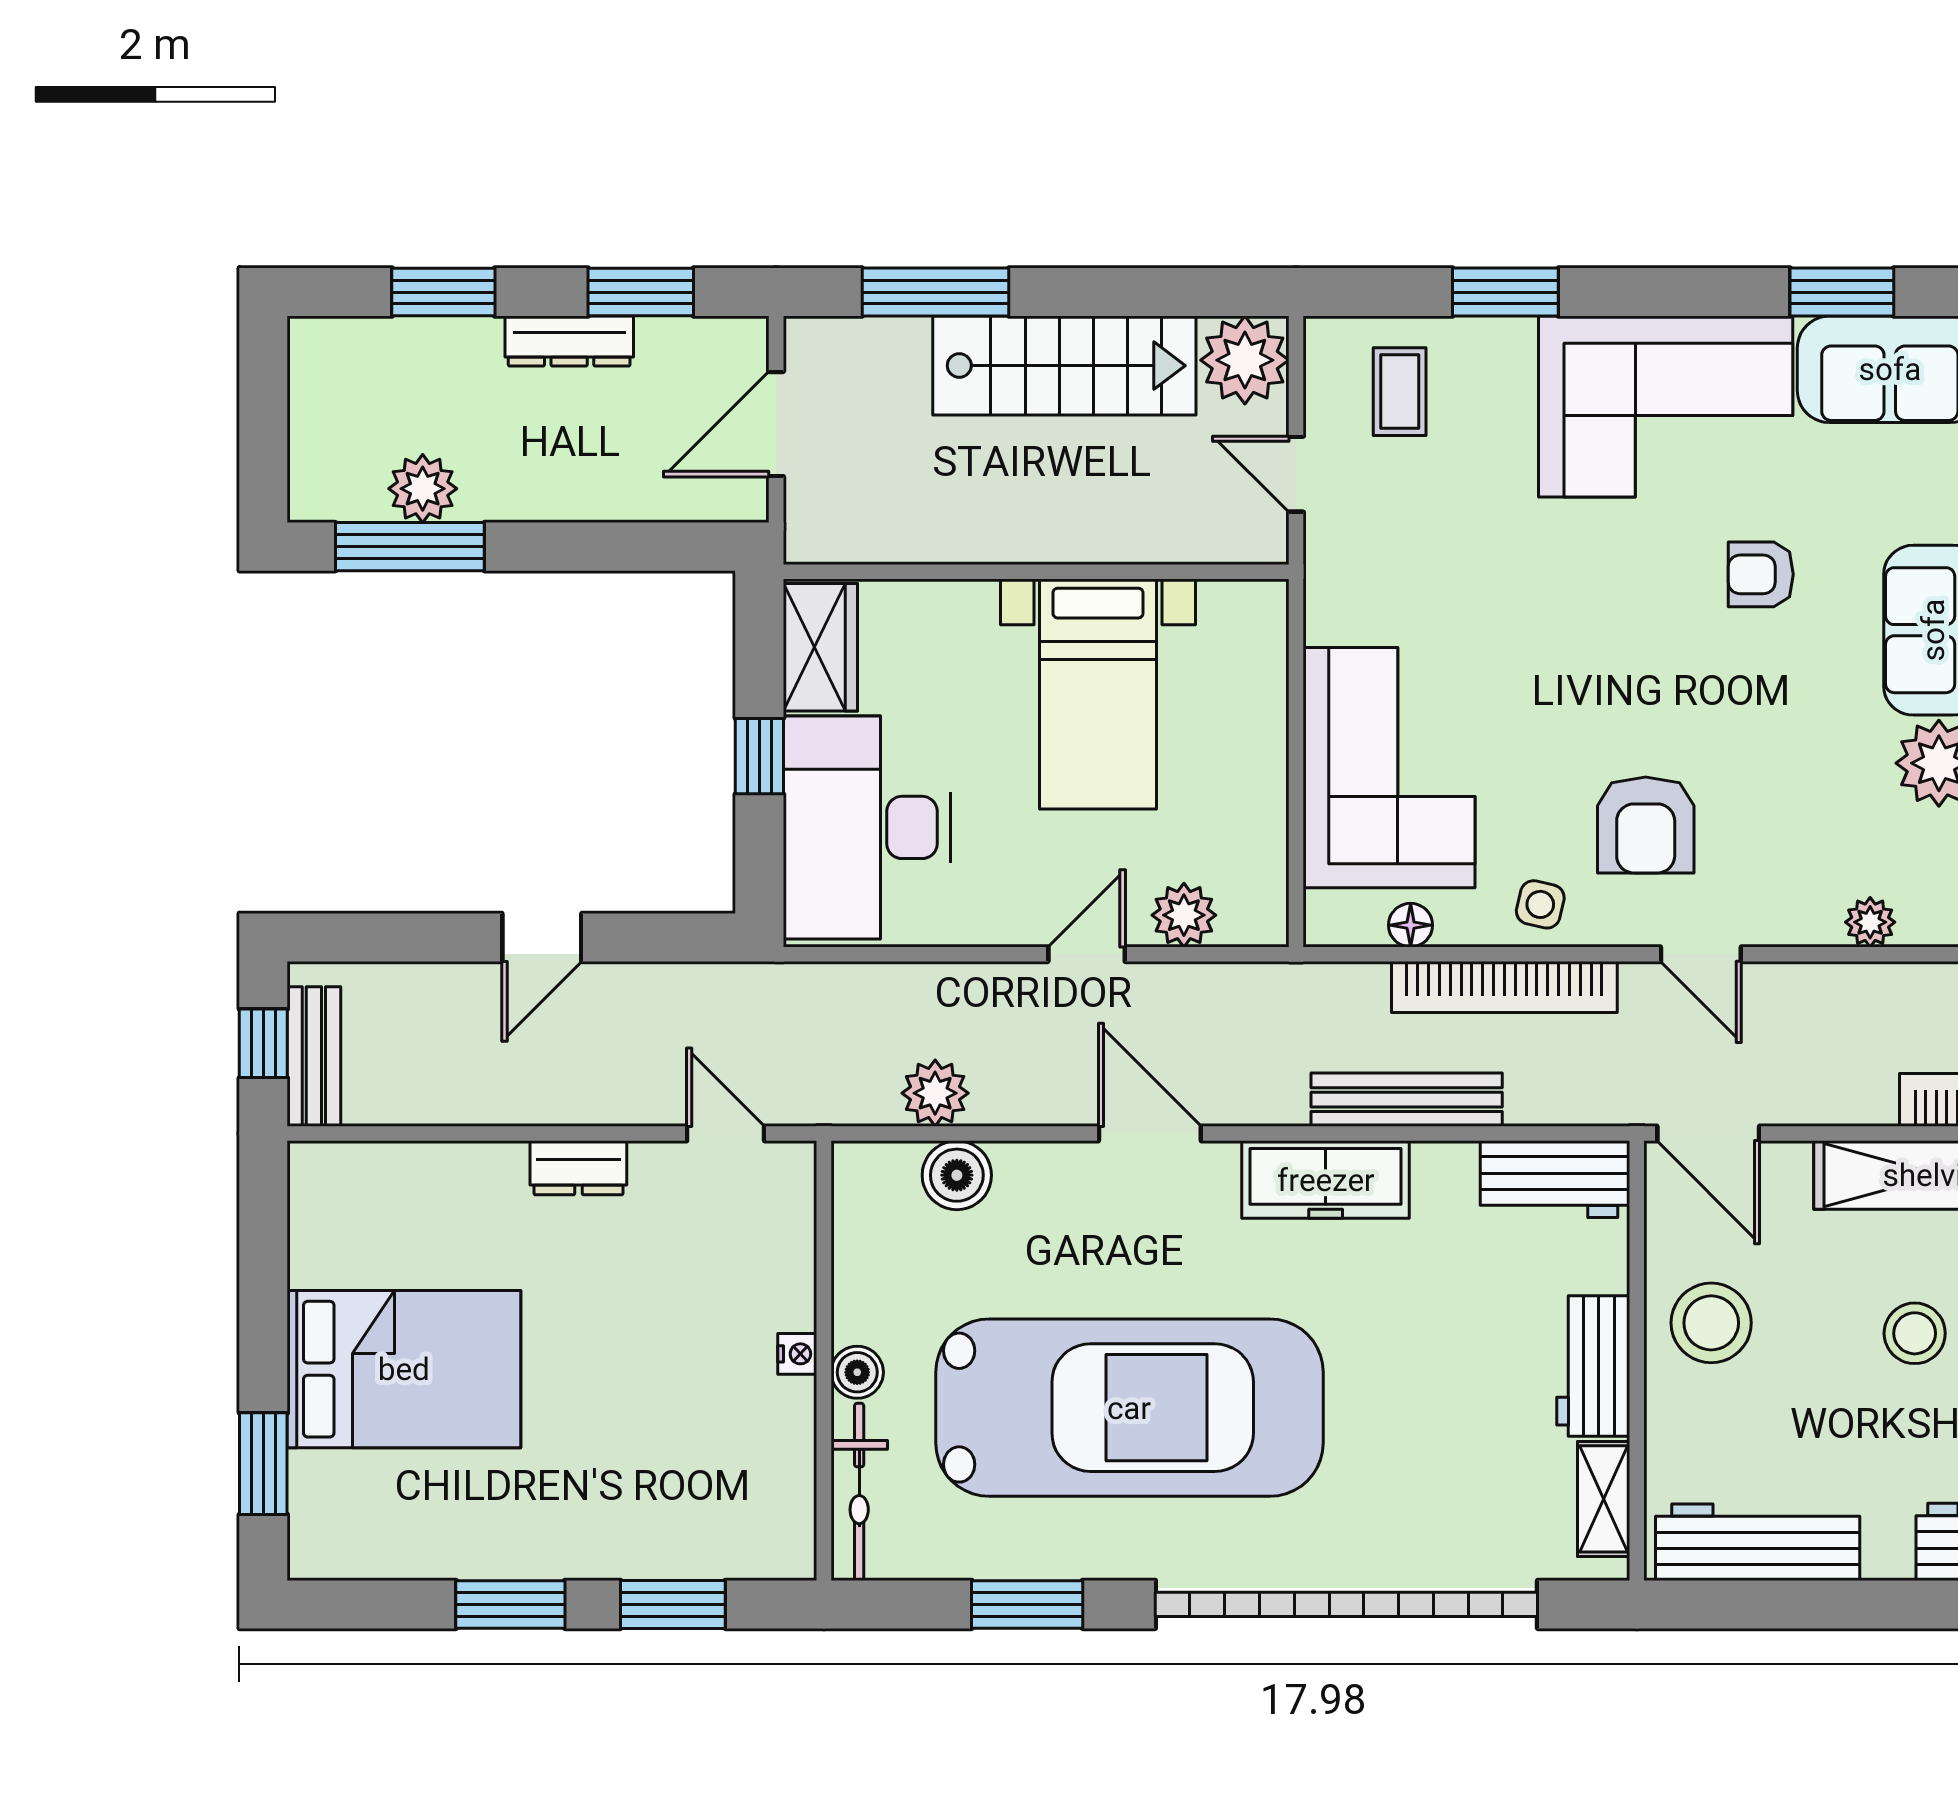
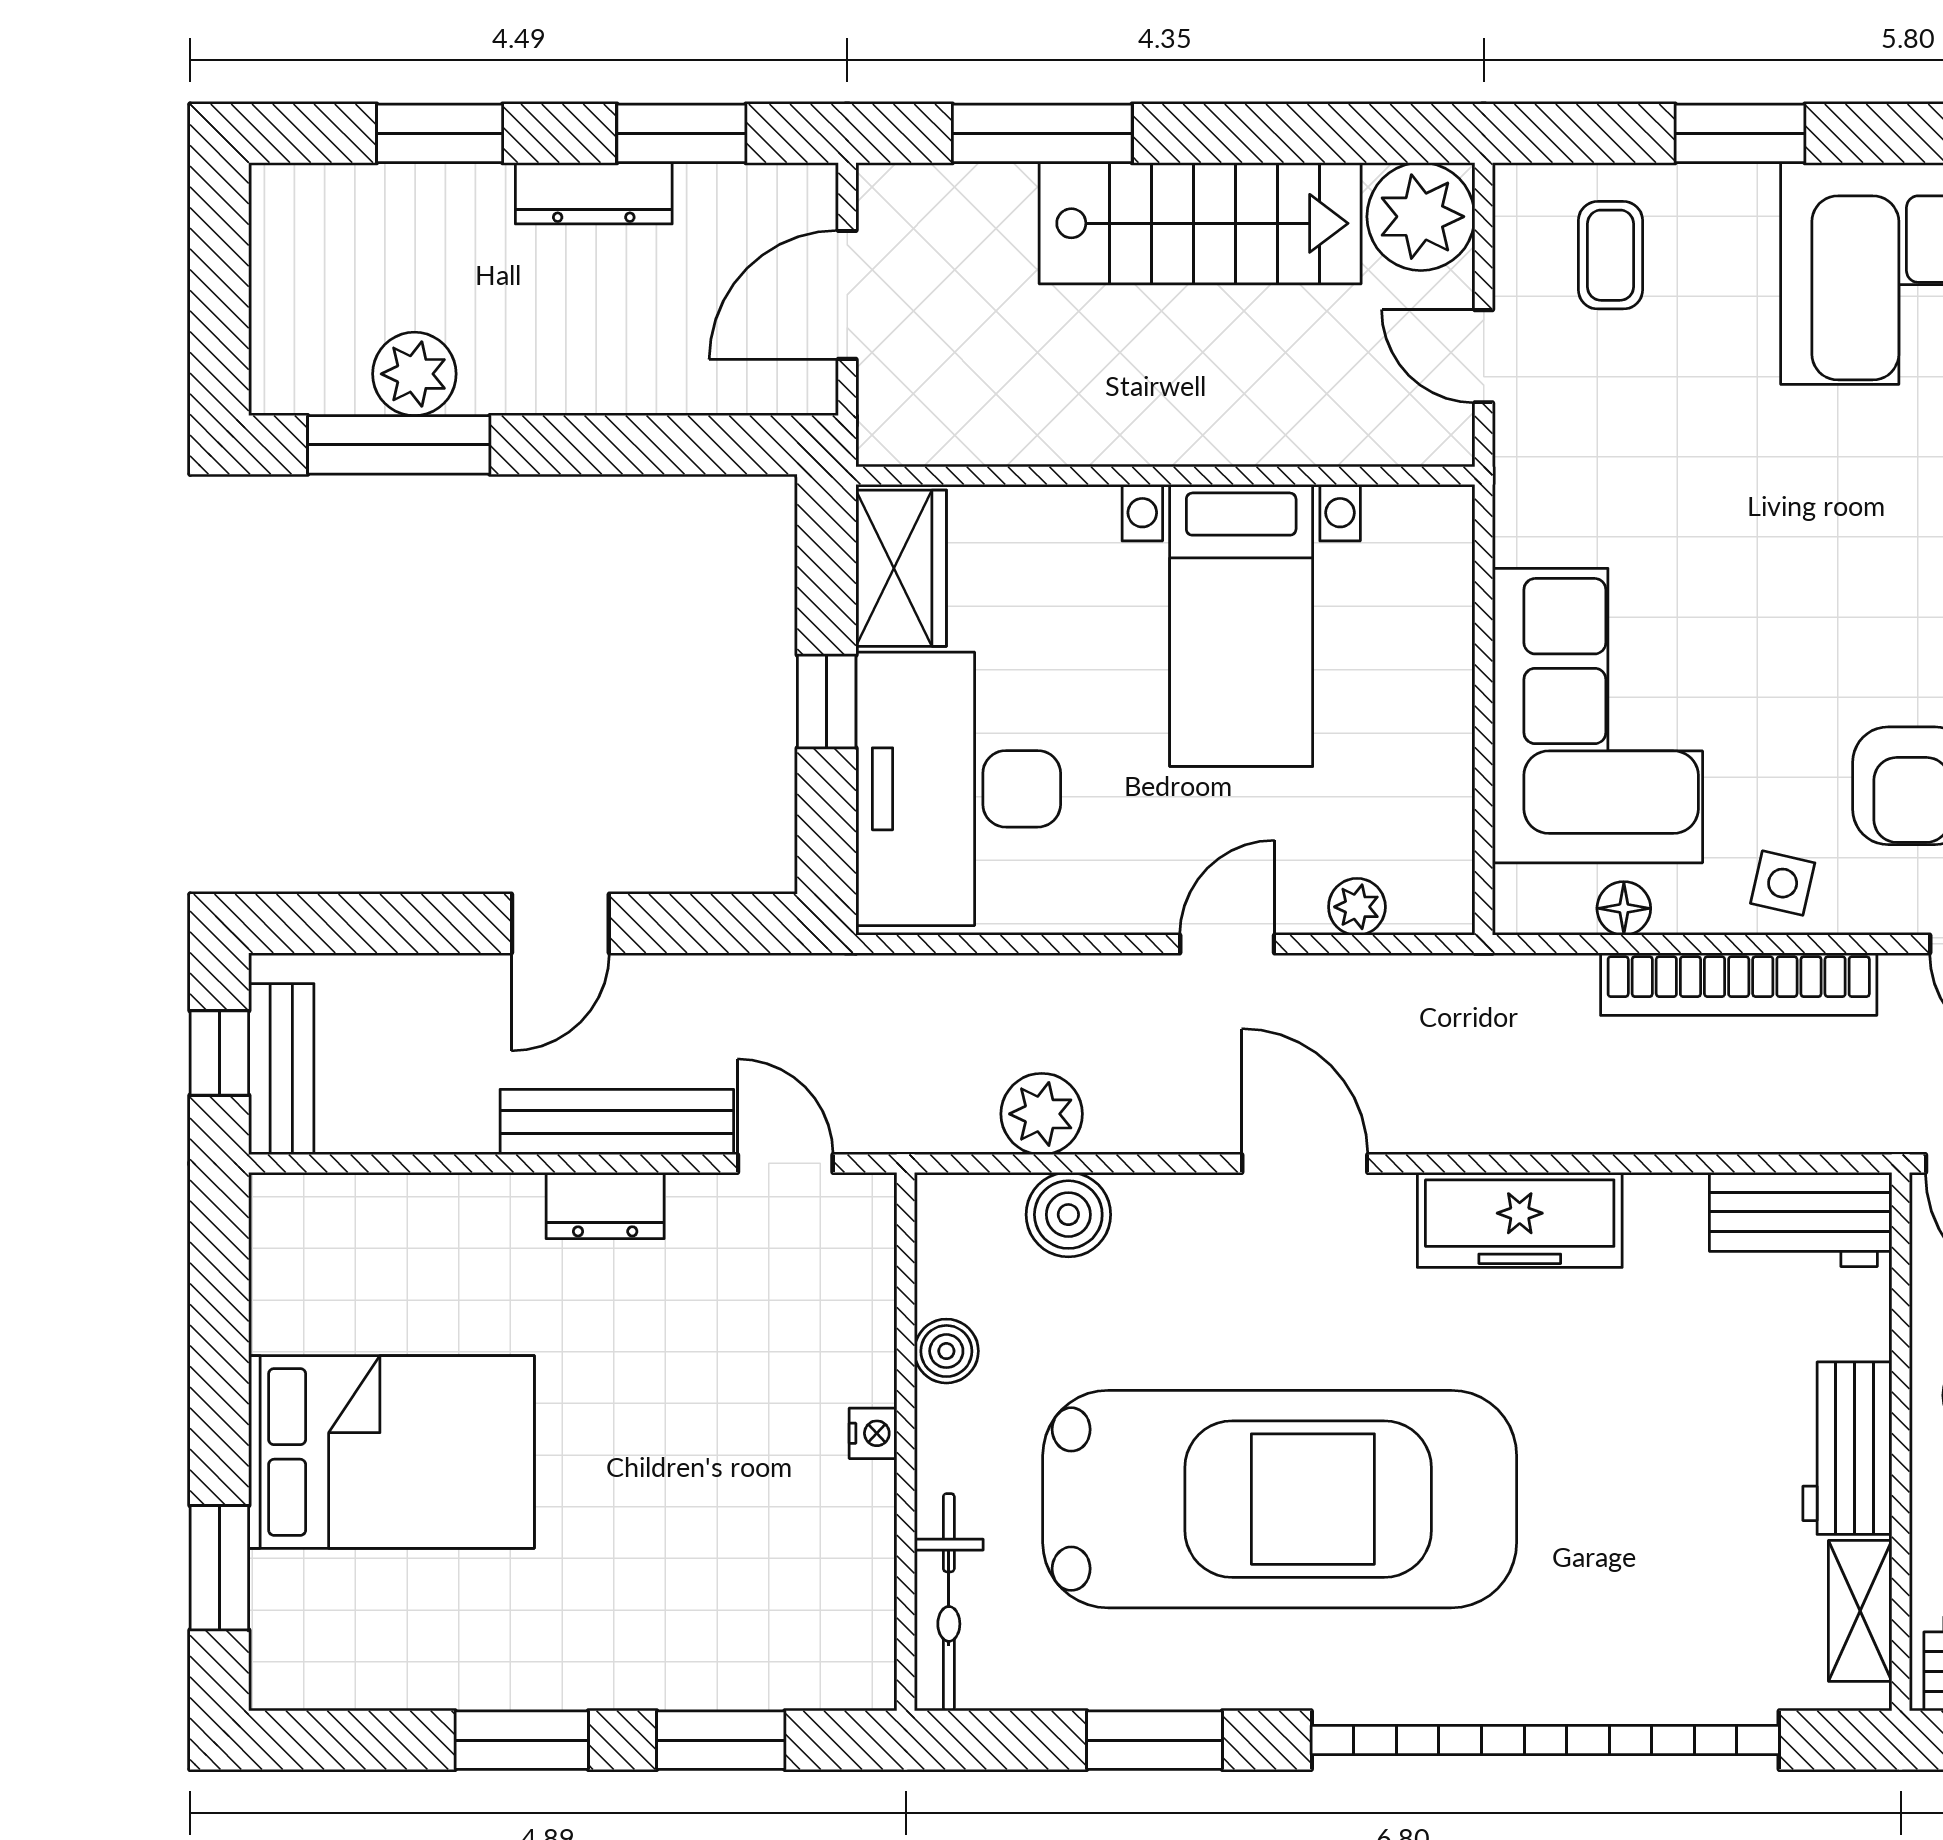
plant: (1184, 915) -> (1357, 907), width x0.73, depth x0.73
bench: (1407, 1100) -> (617, 1122), moved
boiler: (857, 1372) -> (946, 1351), moved

